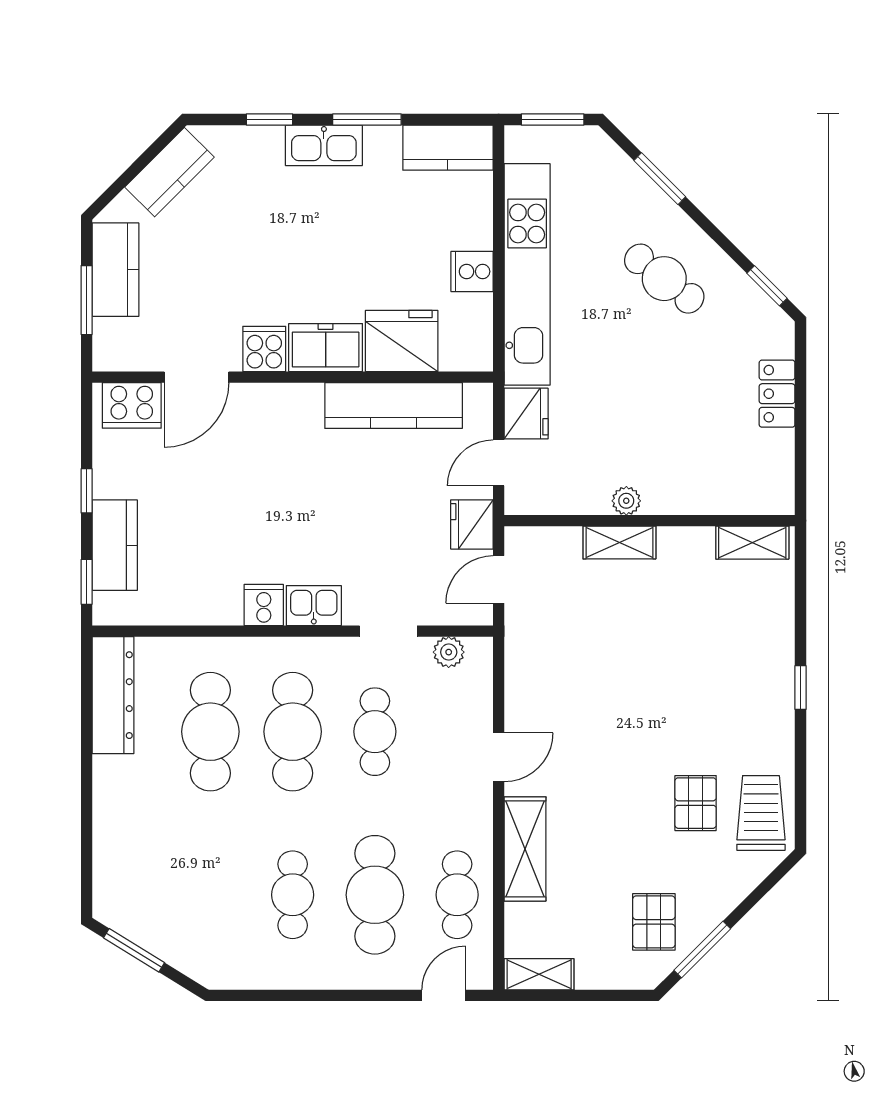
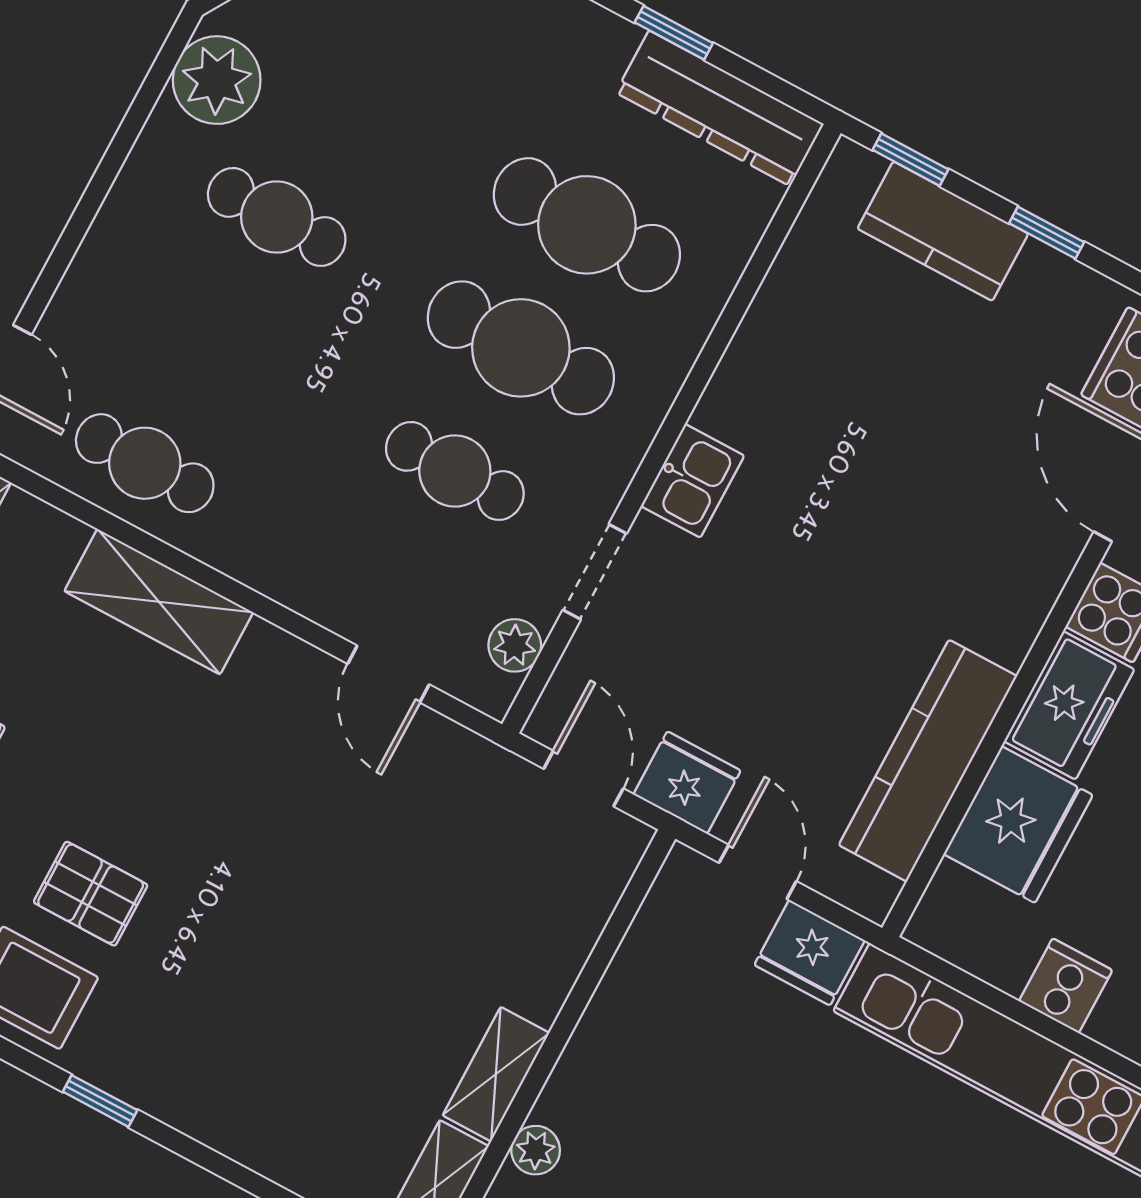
plant: (626, 501) -> (536, 1150), moved
shelving: (619, 543) -> (496, 1074), moved
cooker: (264, 605) -> (734, 406), removed
window: (800, 688) -> (100, 1101), moved
window: (87, 740) -> (674, 33), added
door: (499, 757) -> (389, 674), moved
cafe table: (375, 895) -> (211, 340), removed
plant: (238, 964) -> (217, 80), added

